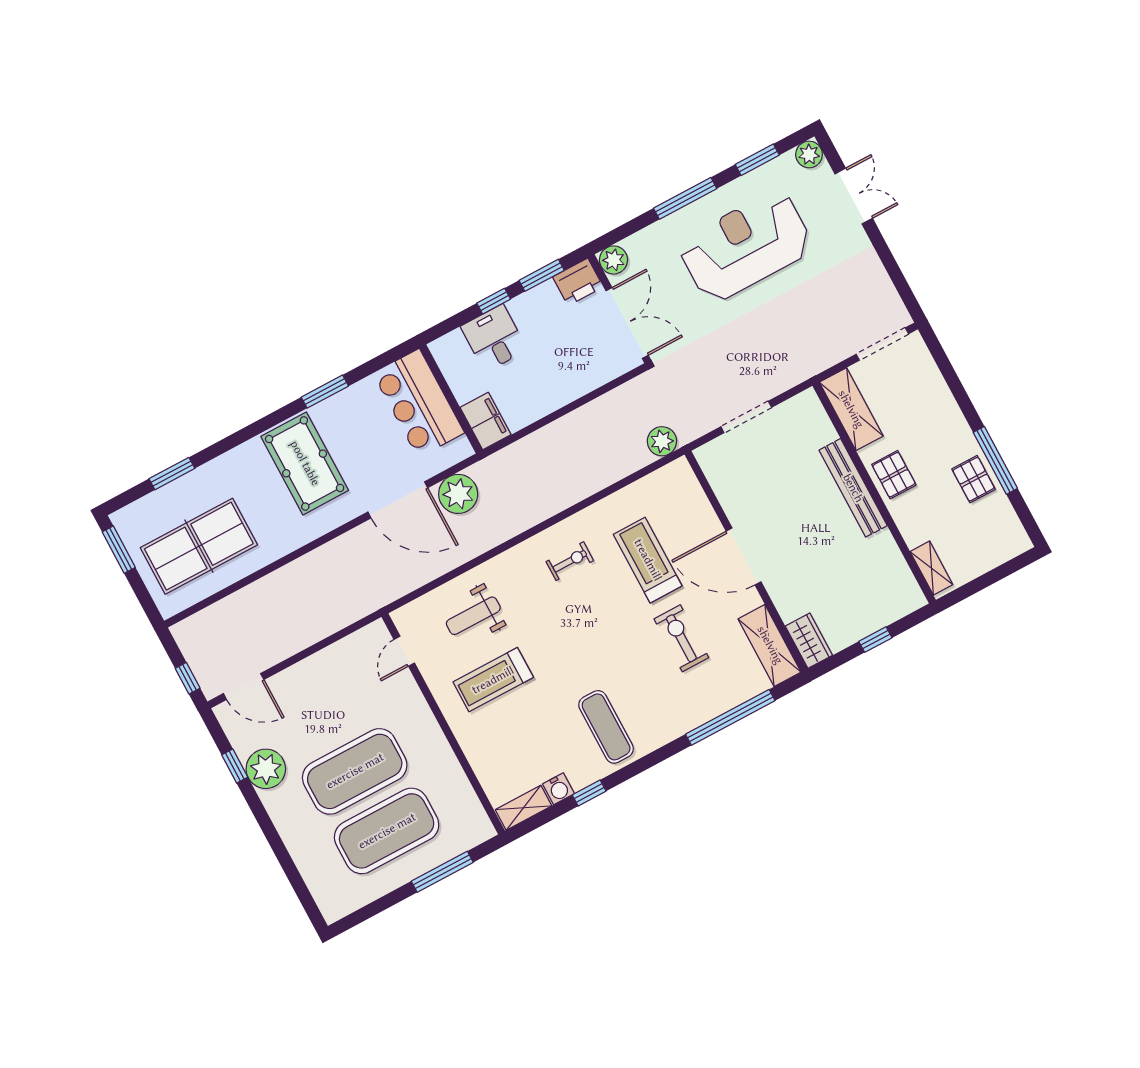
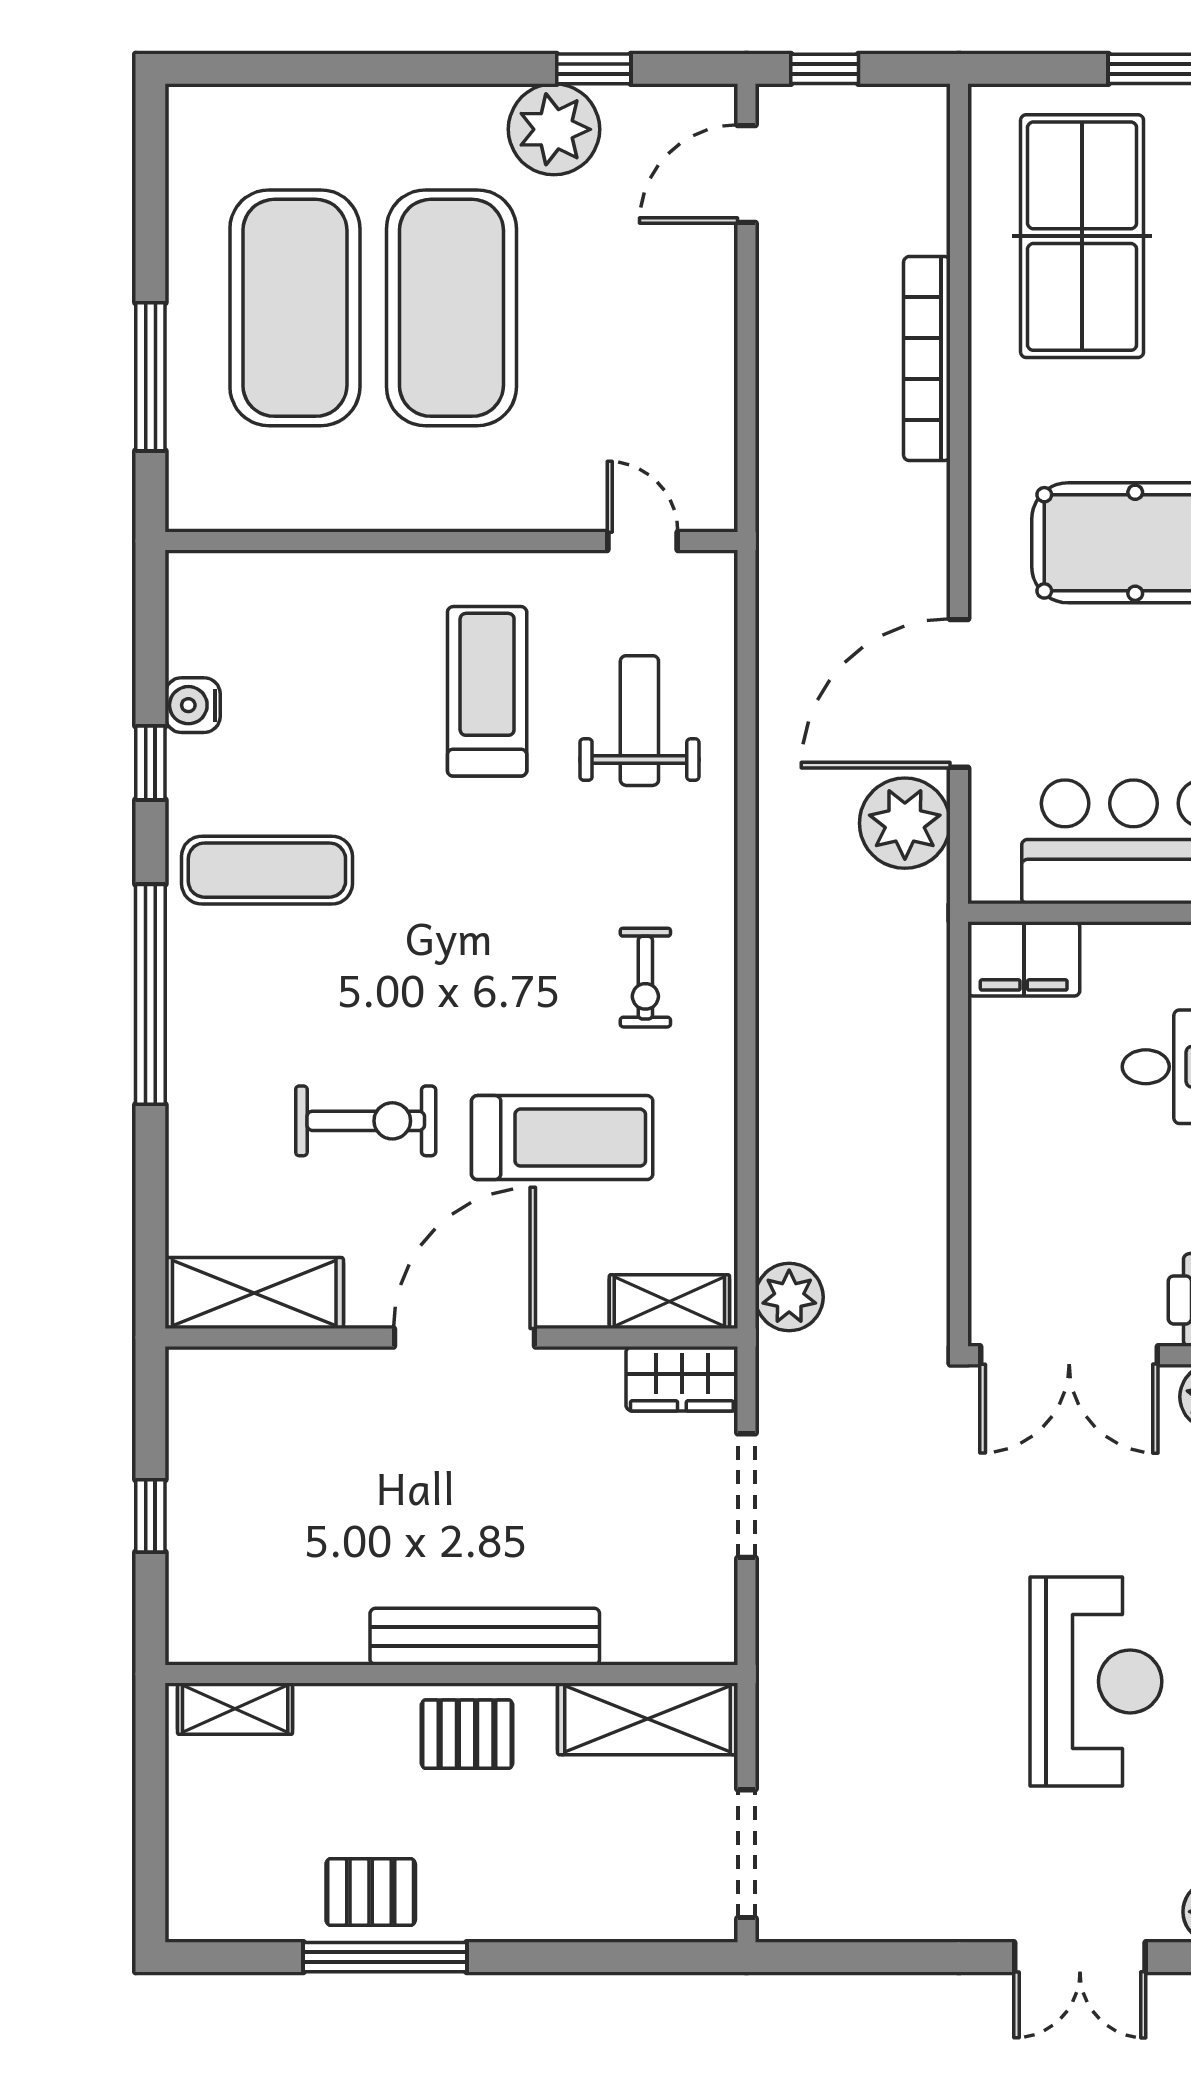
reception desk: (746, 246) -> (1096, 1681), width x0.74, depth x0.77
bookcase: (277, 580) -> (927, 359), added
wardrobe: (809, 641) -> (682, 1379), moved
window: (730, 717) -> (150, 994), moved
shelving: (524, 808) -> (669, 1302), moved, turned 90

